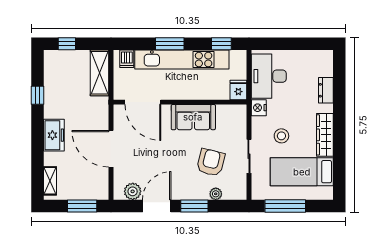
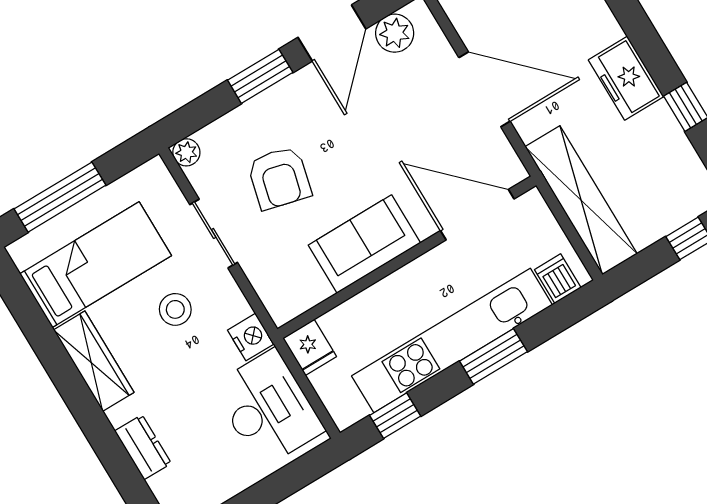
shelving: (100, 73) -> (581, 200), width x1.47
freezer: (54, 135) -> (626, 78), moved
plant: (216, 194) -> (186, 152), moved
window: (285, 206) -> (60, 197), moved

